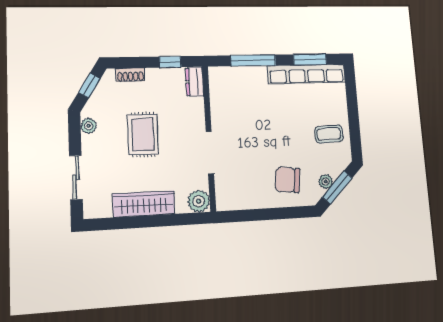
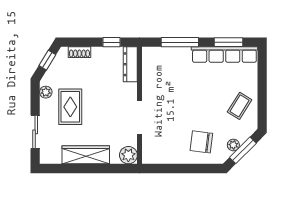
dresser: (195, 82) -> (130, 64), width x1.44
rug: (143, 134) -> (70, 107), moved
coffee table: (329, 134) -> (240, 106), turned -55

